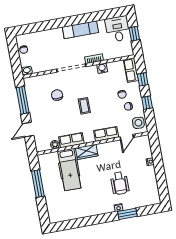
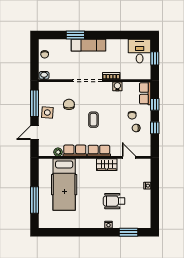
window: (51, 25) -> (75, 35), added
exam couch: (80, 30) -> (88, 45), moved
side table: (138, 123) -> (47, 113), moved
row of seats: (106, 134) -> (99, 151), moved
door: (127, 137) -> (129, 157), swing flipped
wardrobe: (87, 152) -> (107, 165), moved
hospital bed: (69, 170) -> (64, 185), width x1.37, depth x1.29
wheelchair: (120, 183) -> (114, 201), turned 90
window: (38, 184) -> (35, 200), moved
window: (127, 214) -> (128, 232), moved

